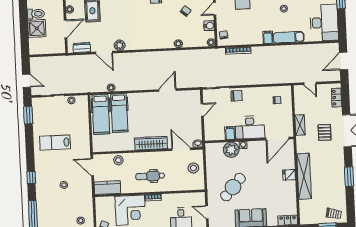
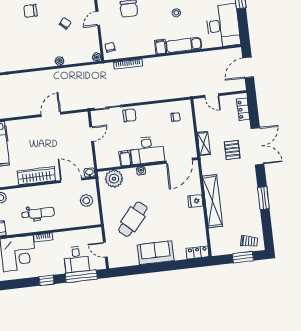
water cooler: (209, 26) -> (93, 38), removed
plant: (231, 150) -> (114, 179), moved
dental chair: (150, 176) -> (38, 213), turned 180

